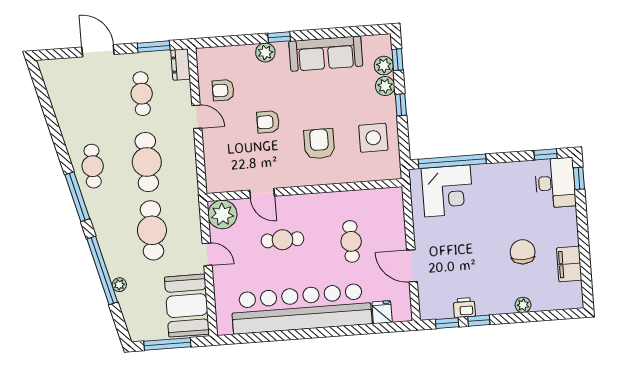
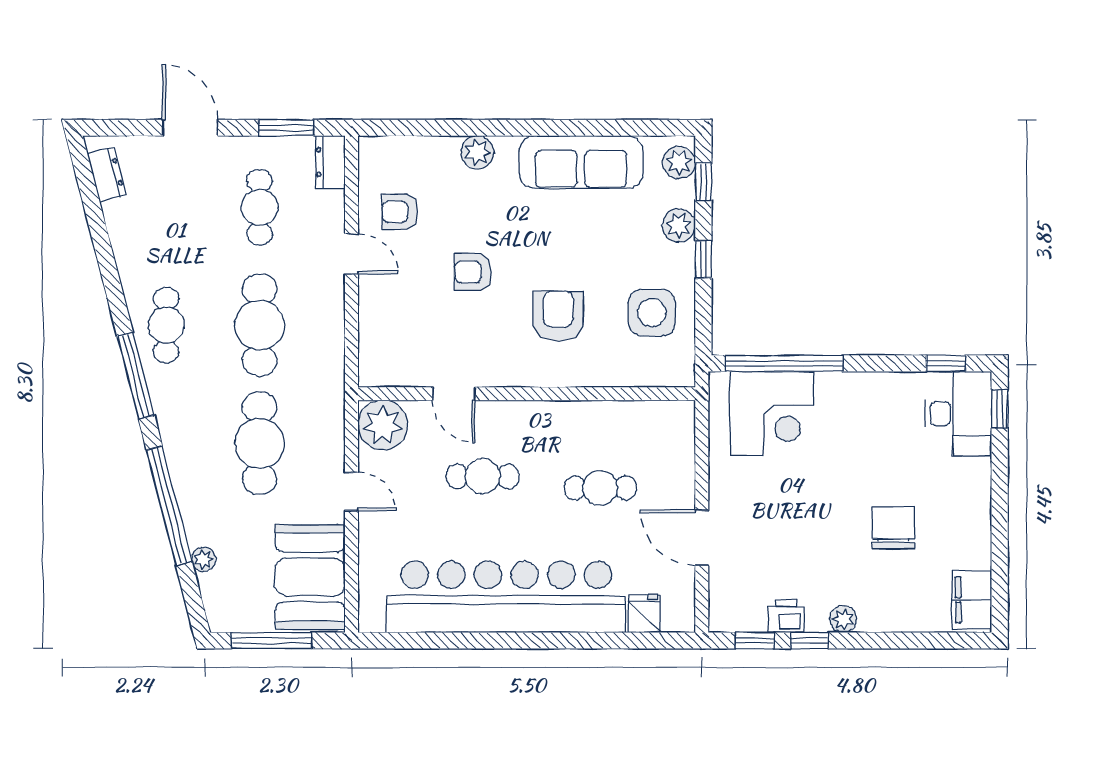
window: (279, 37) -> (503, 128), removed
plant: (384, 66) -> (679, 163), moved
dresser: (52, 81) -> (107, 175), added
cafe table: (351, 241) -> (600, 488), turned 90
filing cabinet: (569, 264) -> (972, 600), moved
plant: (119, 285) -> (203, 559), moved
plant: (523, 305) -> (843, 619), moved

